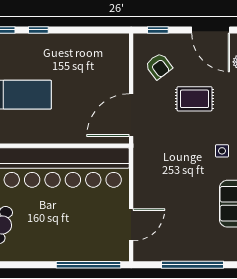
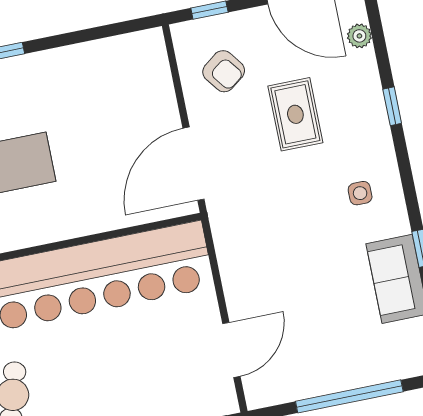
rug: (194, 99) -> (295, 114), turned 90

